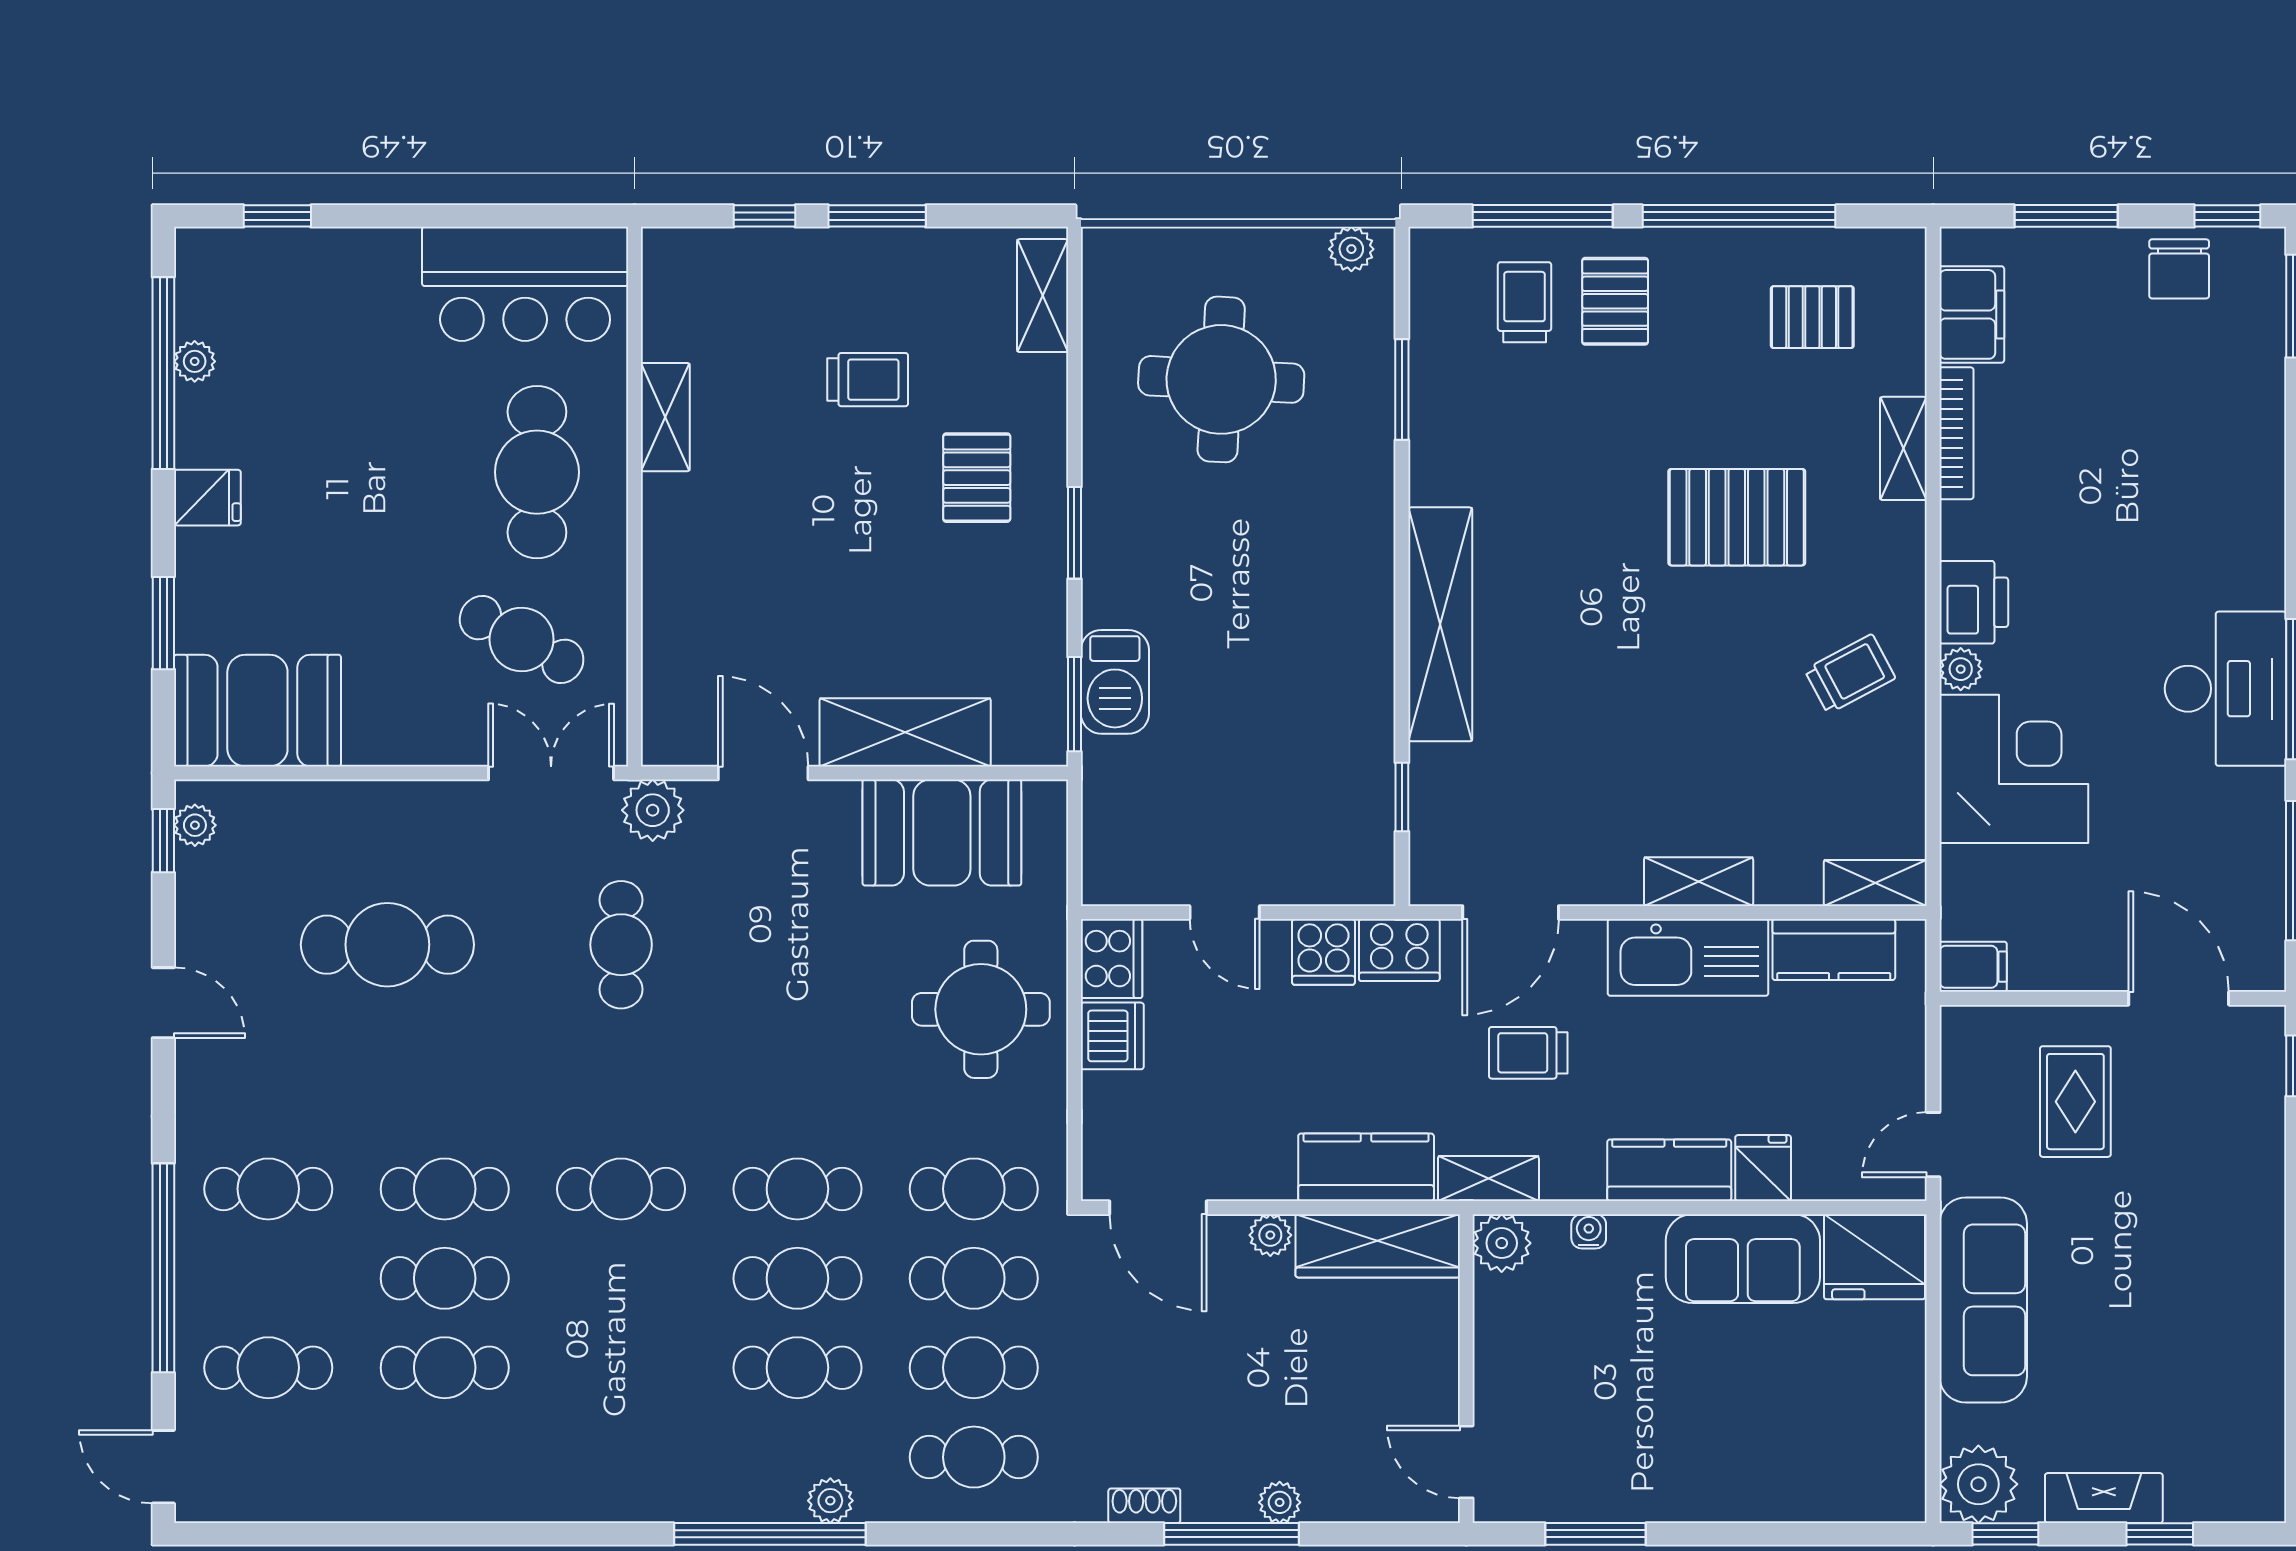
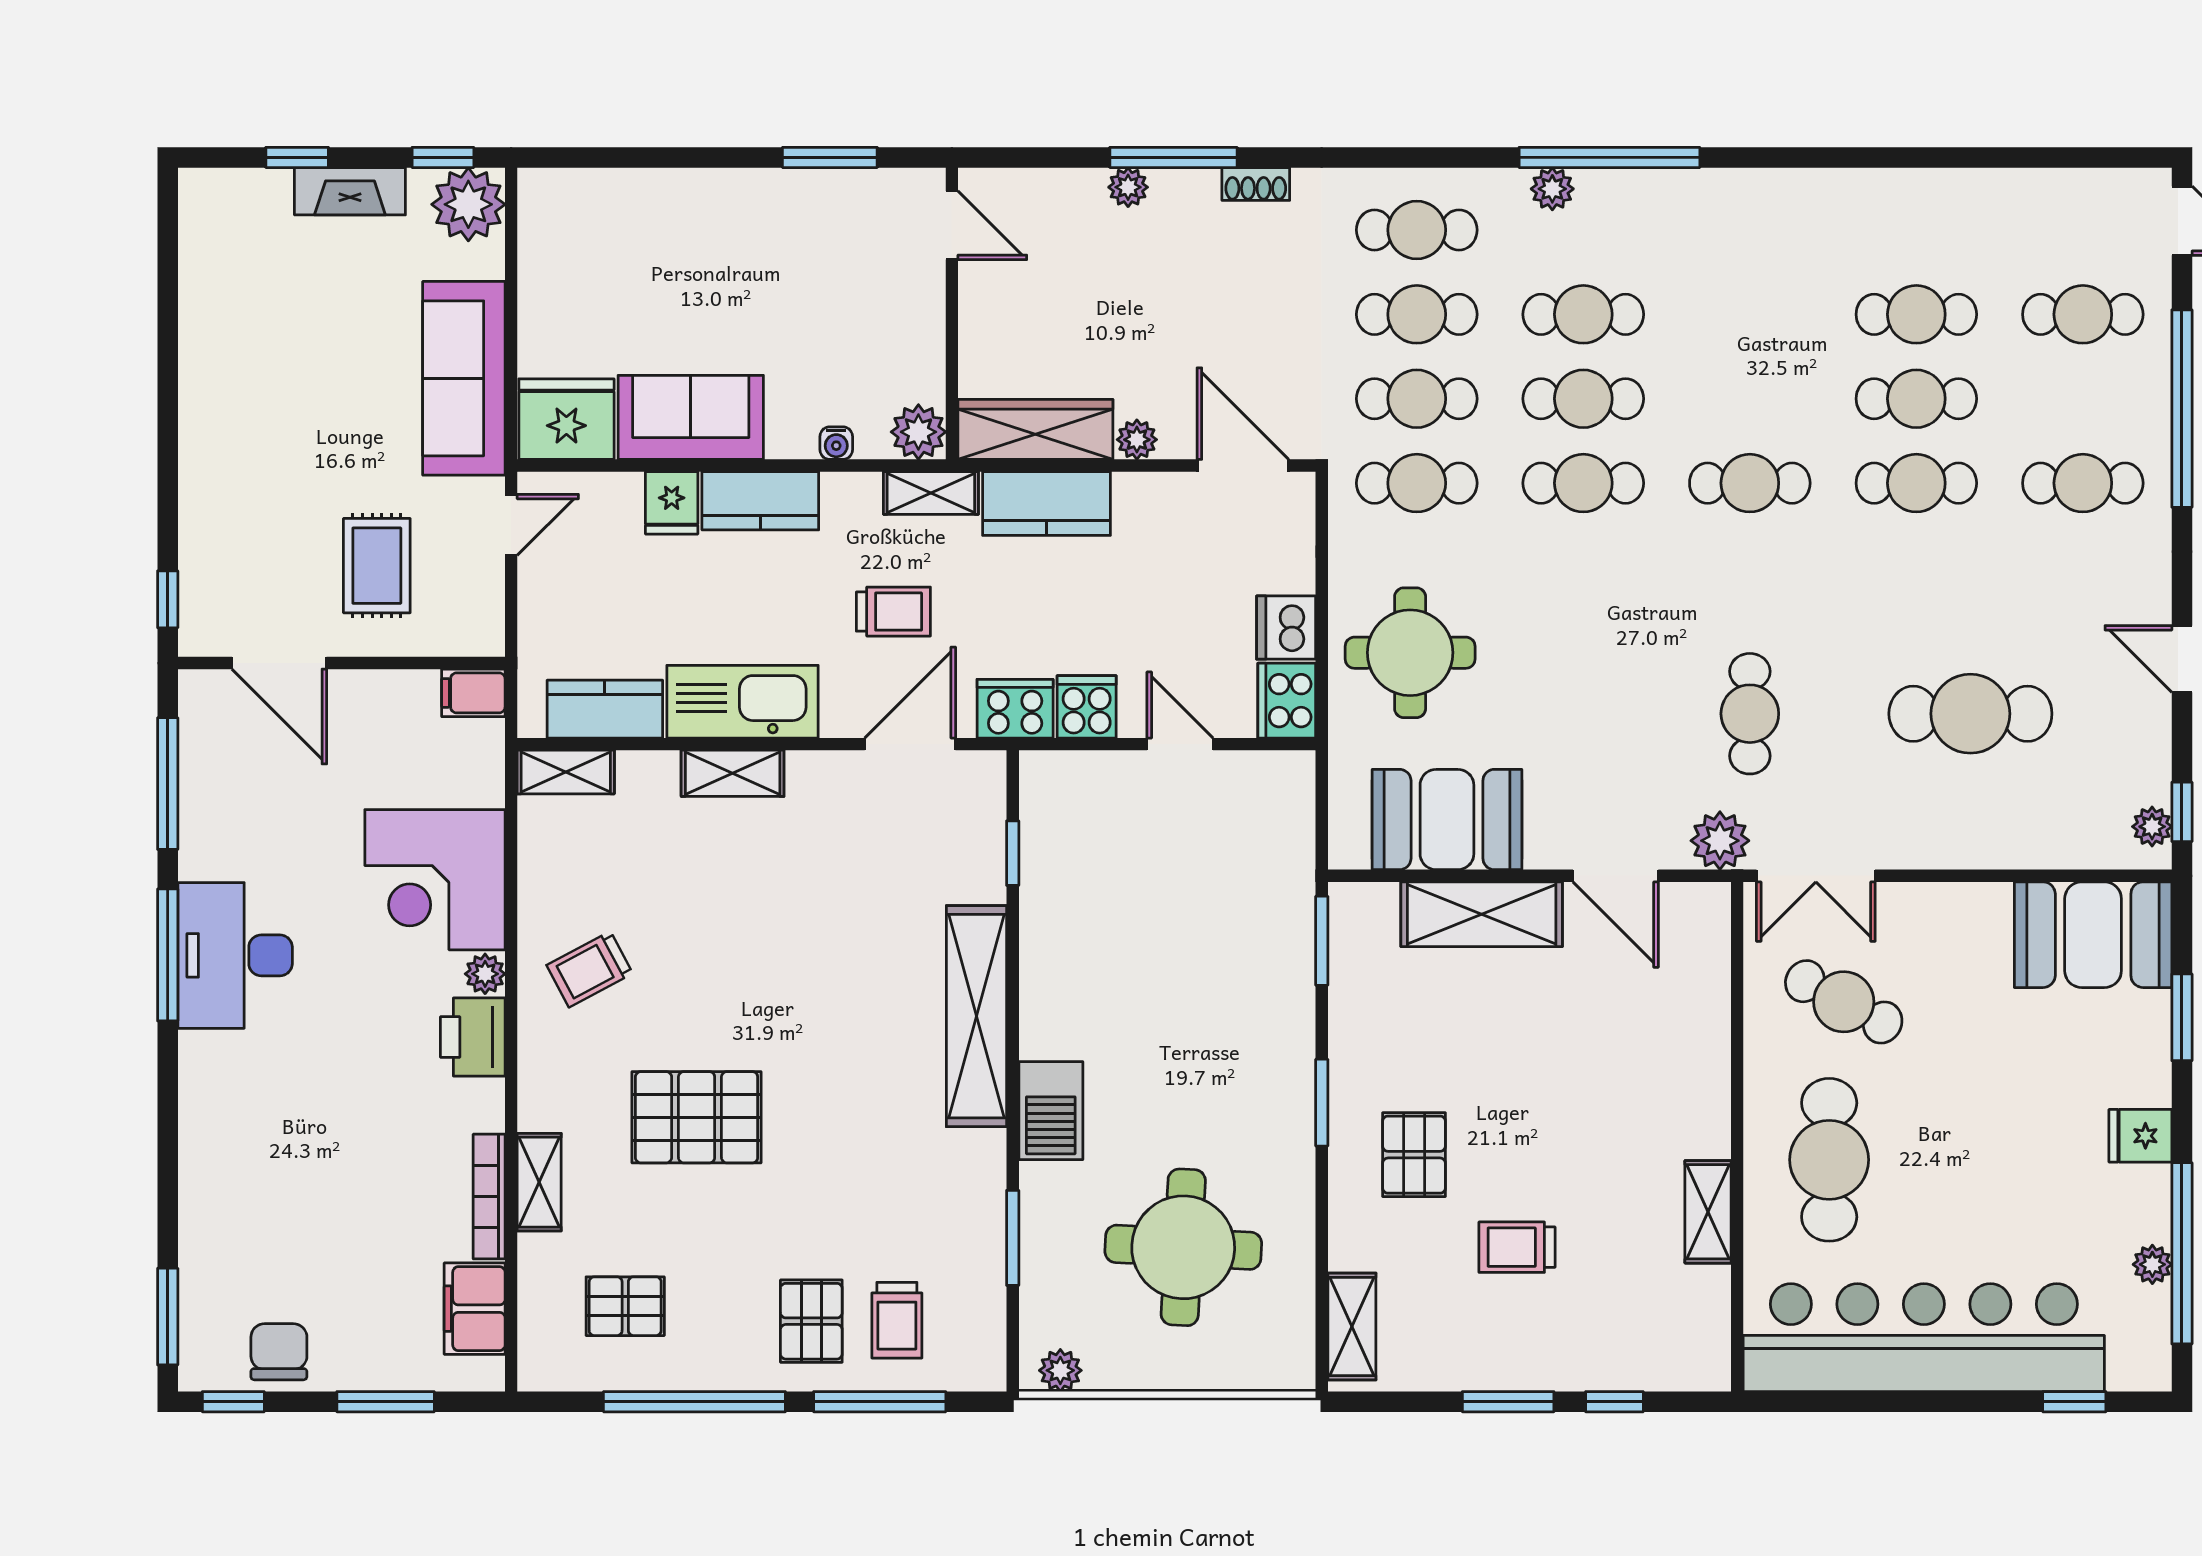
bar counter: (525, 284) -> (1924, 1338), width x1.86
barbecue: (1115, 682) -> (1051, 1111), moved, turned 180

